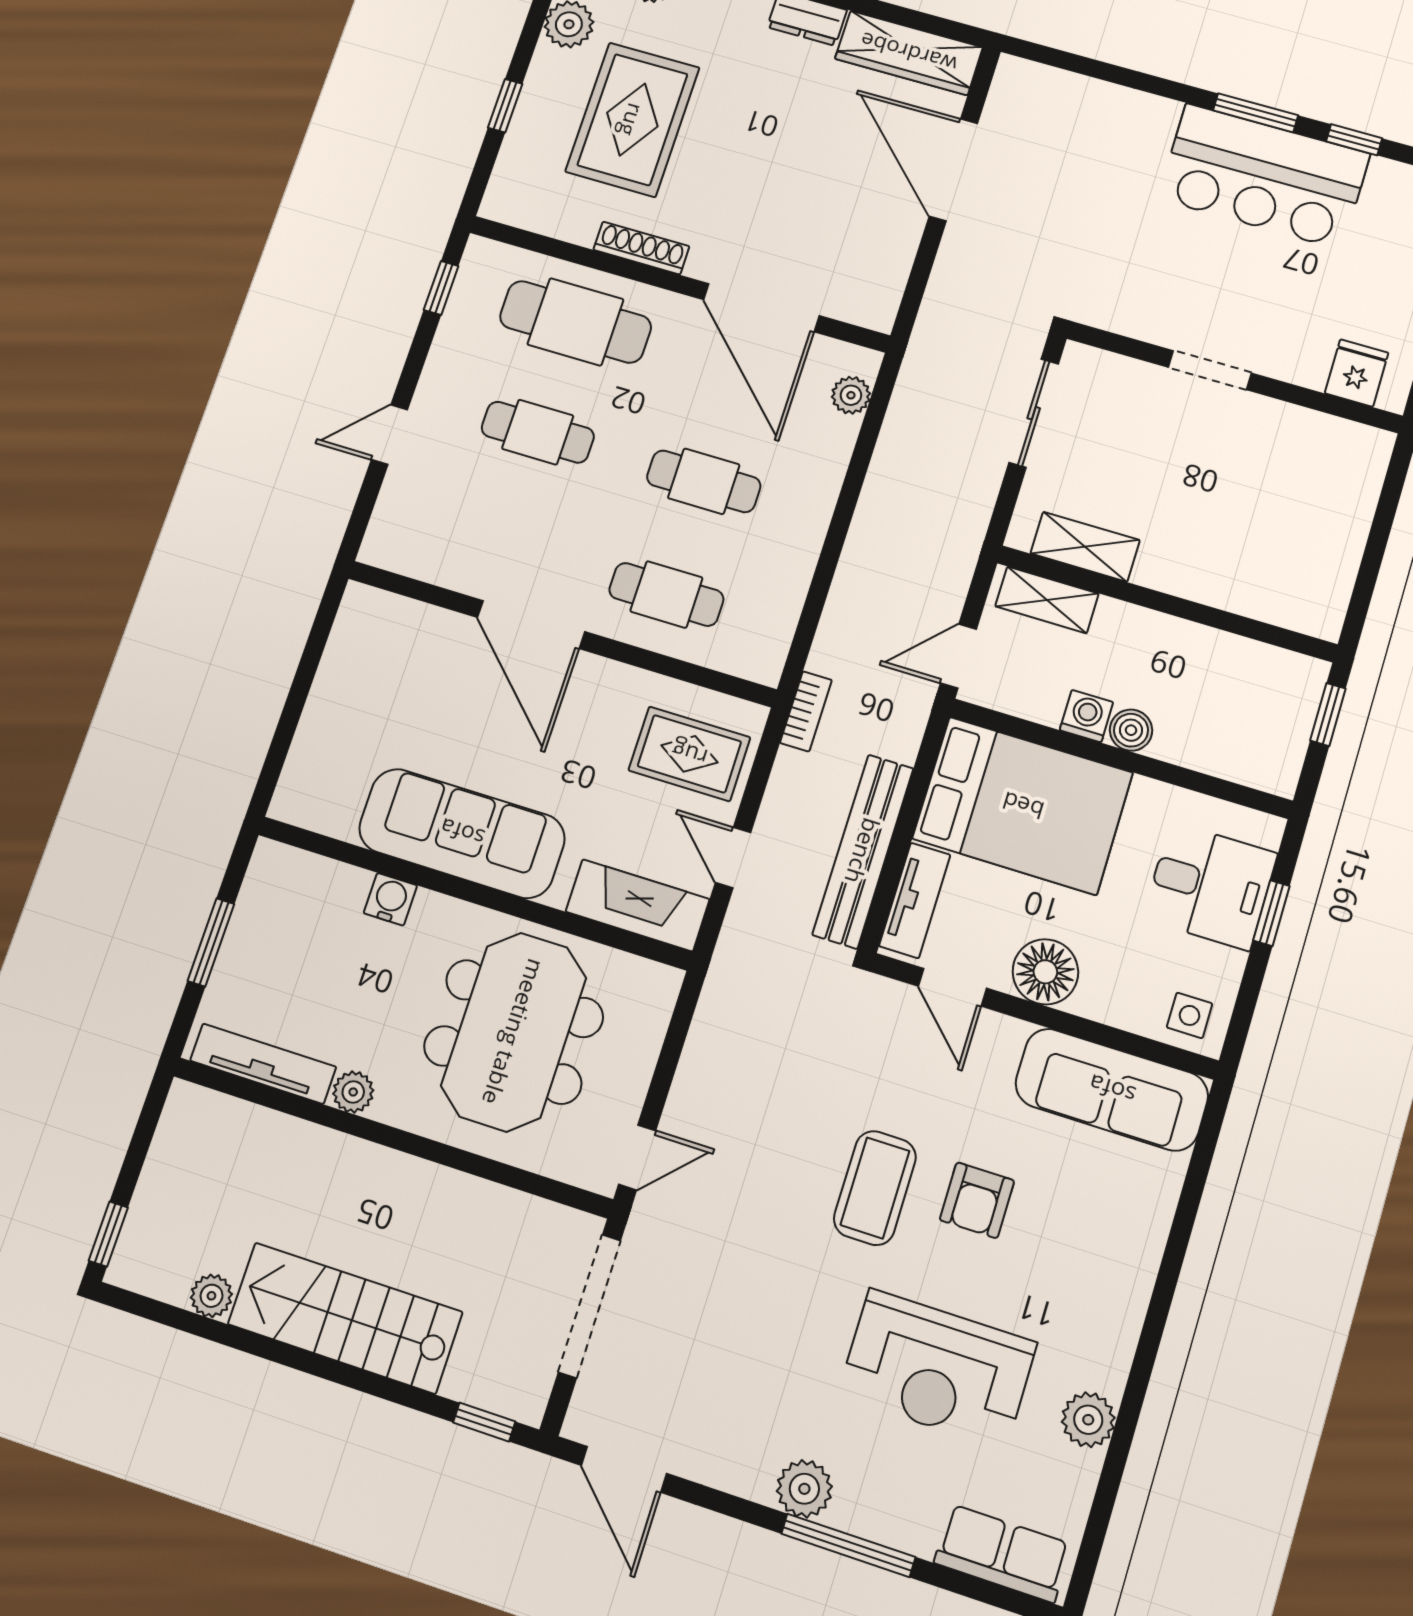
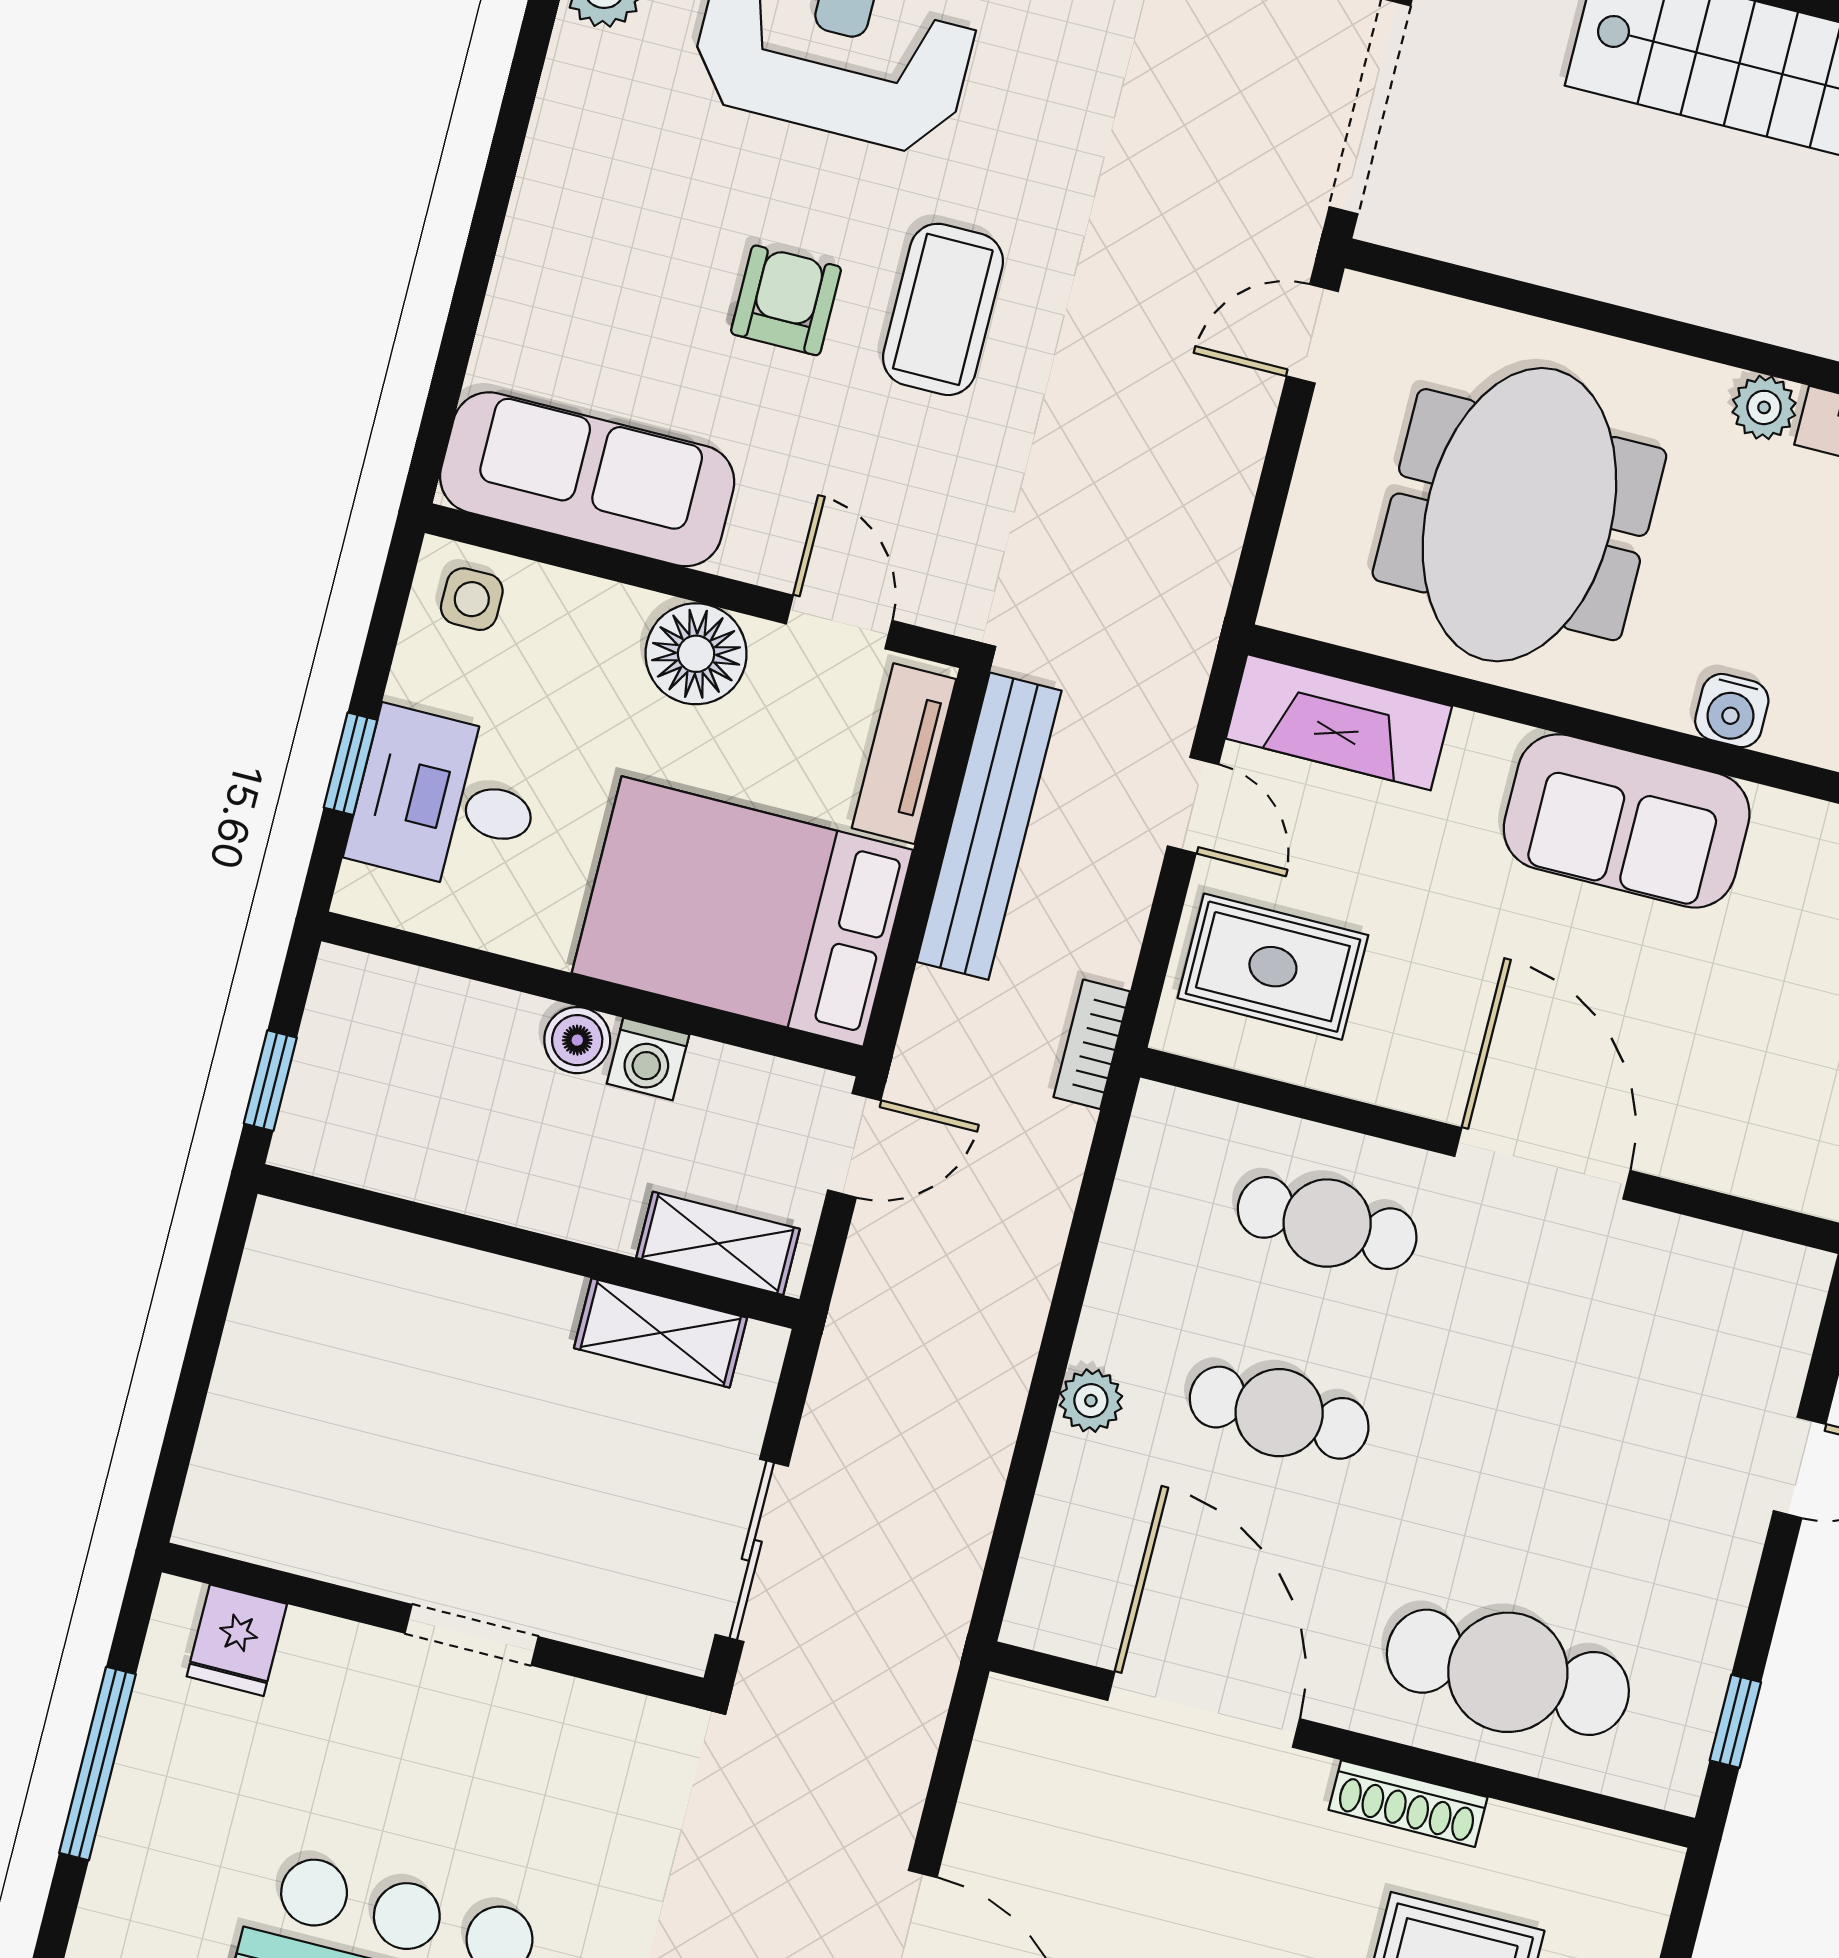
plant: (851, 395) -> (1091, 1401), moved
cafe table: (538, 432) -> (1556, 1483), removed
sofa: (462, 833) -> (1627, 821), width x0.73

